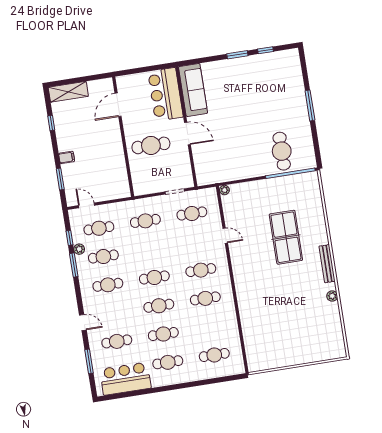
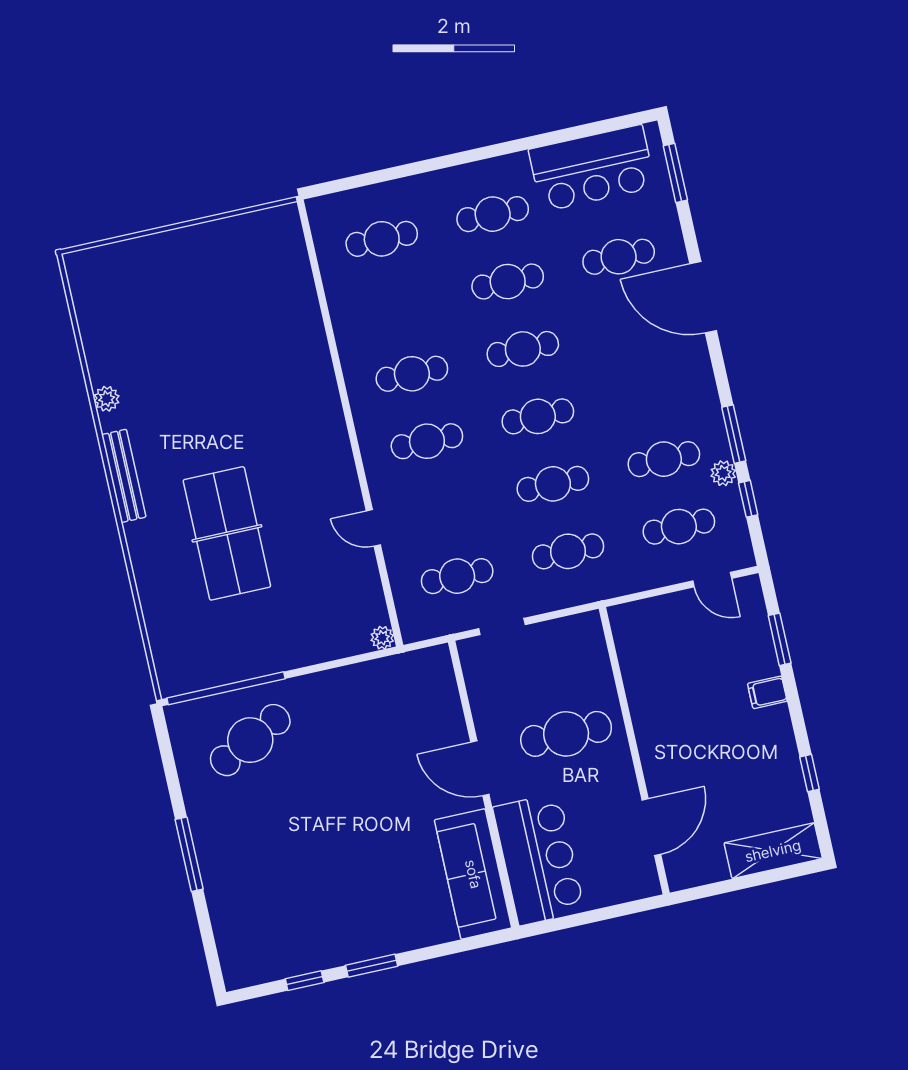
cafe table: (282, 151) -> (250, 740), turned 63
cafe table: (108, 285) -> (553, 484), moved
door: (83, 322) -> (703, 297), width x1.88
window: (89, 361) -> (675, 173), moved

